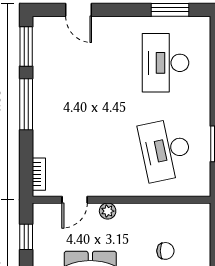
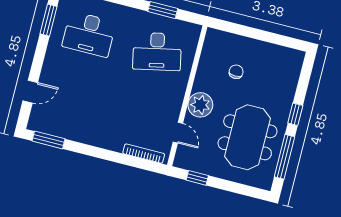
window: (26, 104) -> (94, 151), removed
bookcase: (39, 174) -> (144, 154), width x1.56
plant: (108, 211) -> (200, 105), width x1.87, depth x1.87

